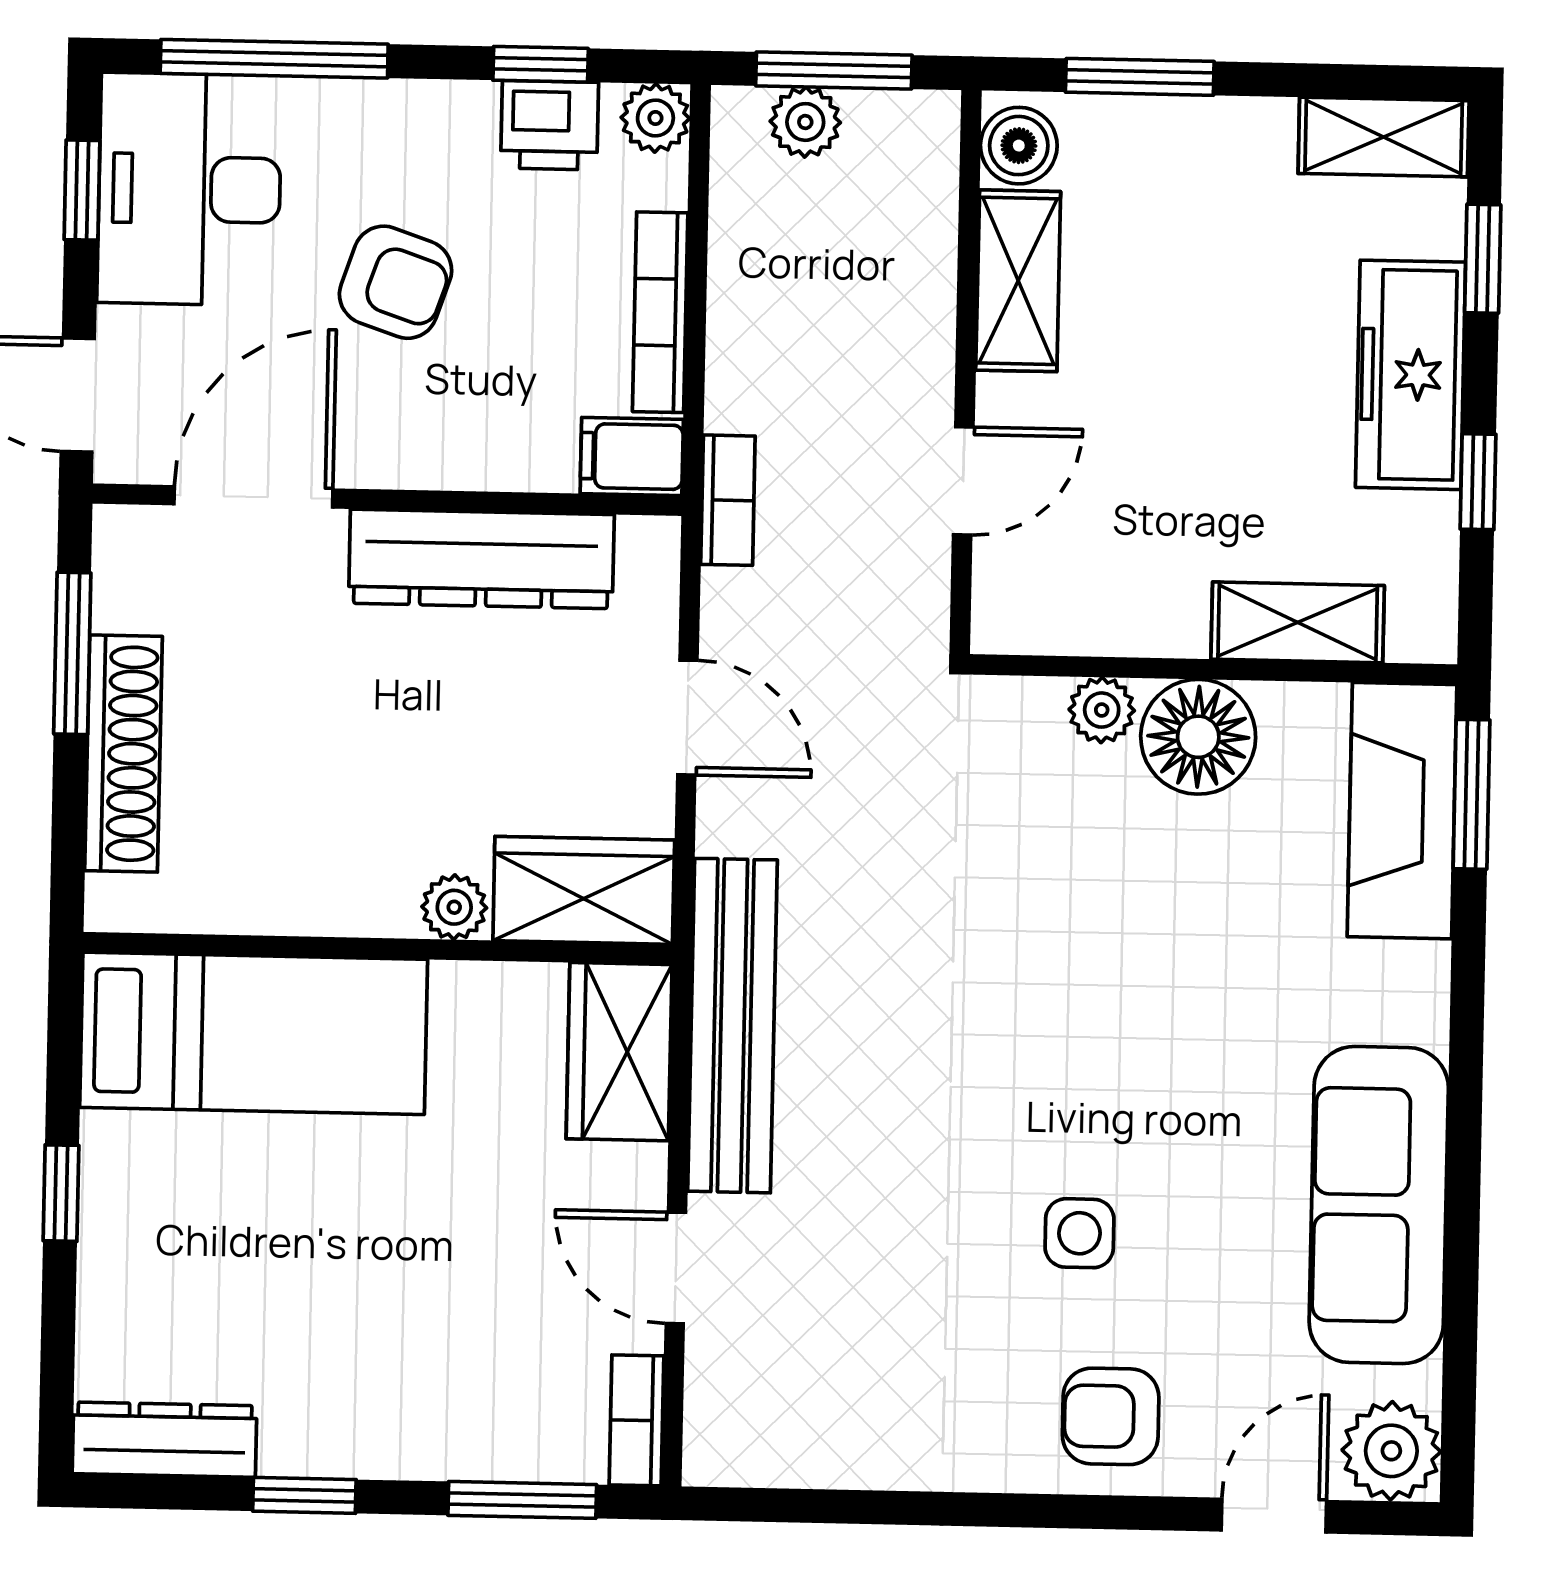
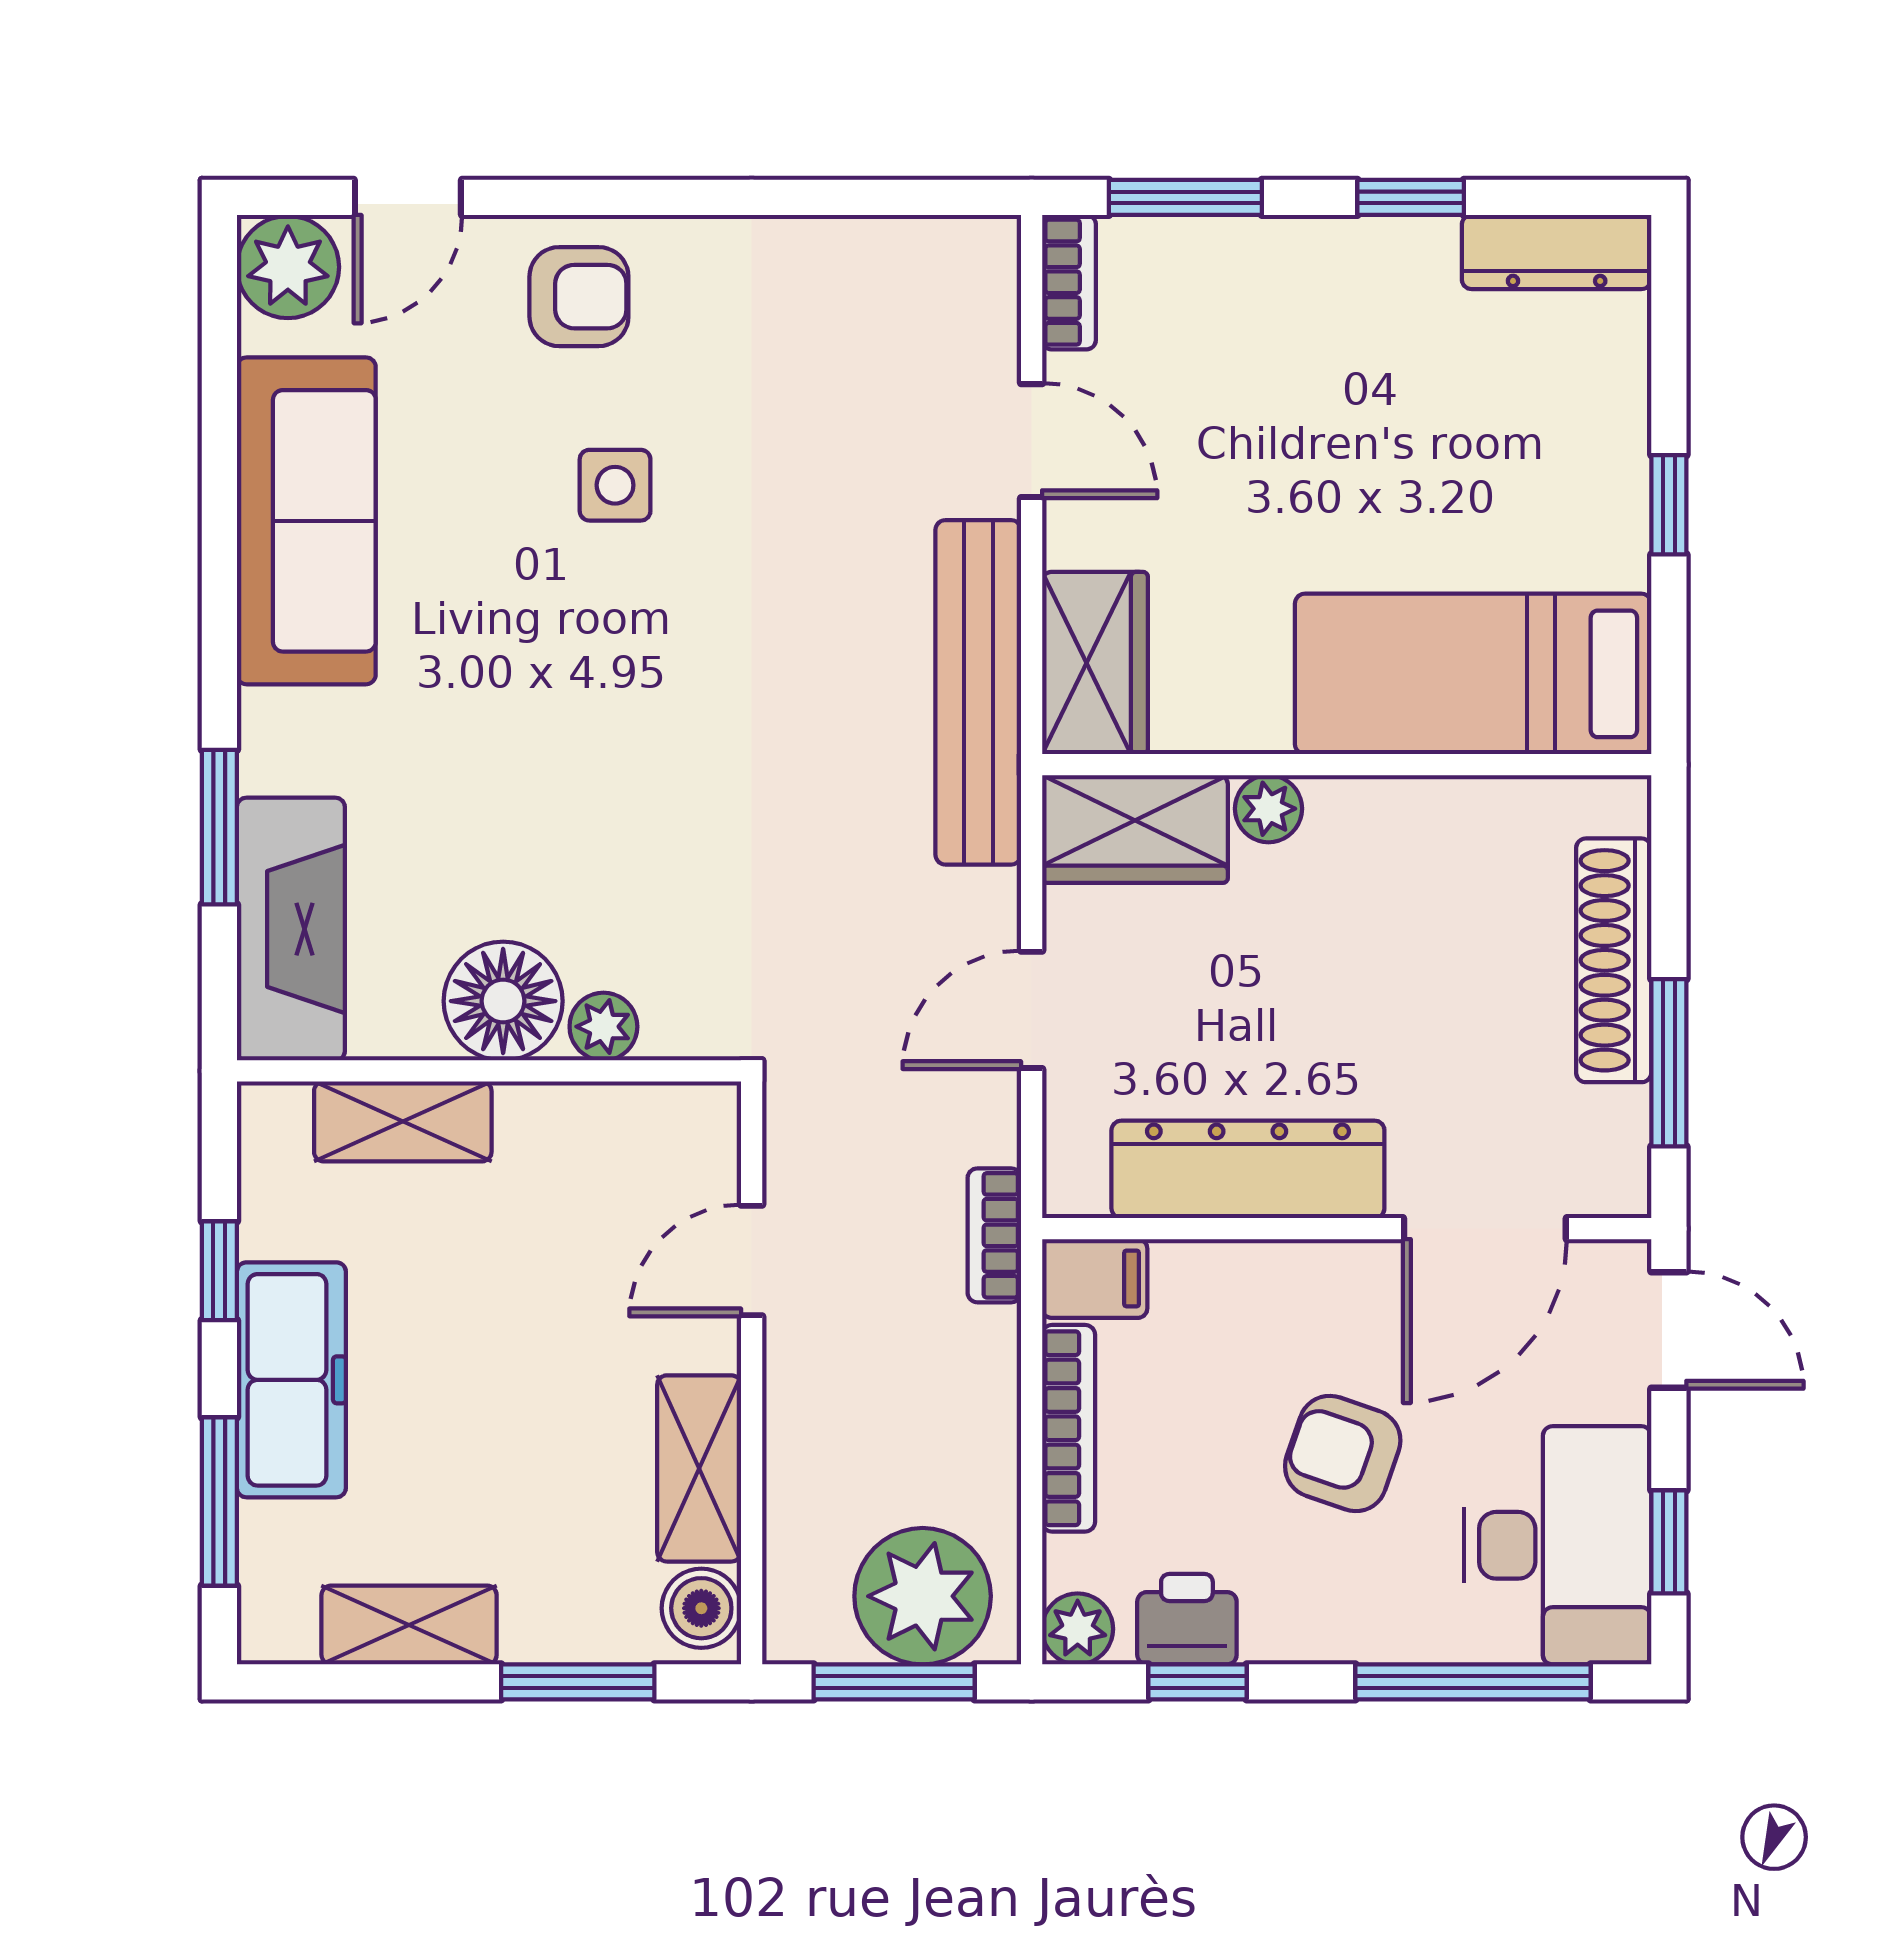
plant: (805, 122) -> (923, 1596), width x1.87, depth x1.87
shelving: (1384, 137) -> (409, 1625), moved
window: (1483, 259) -> (219, 1501), width x1.50
door: (687, 718) -> (1032, 1010), hinge flipped
window: (1472, 794) -> (219, 827), moved

